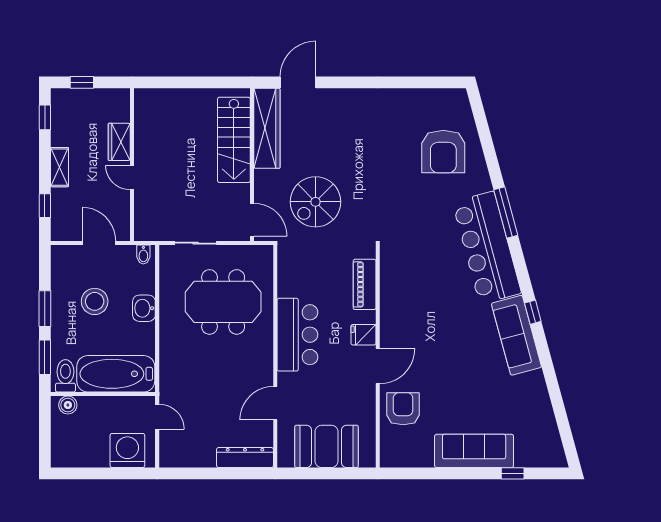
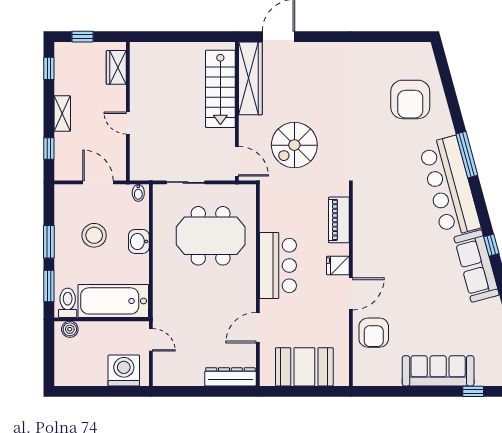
wardrobe: (119, 142) -> (116, 67), moved
armchair: (403, 409) -> (374, 333), turned 180

